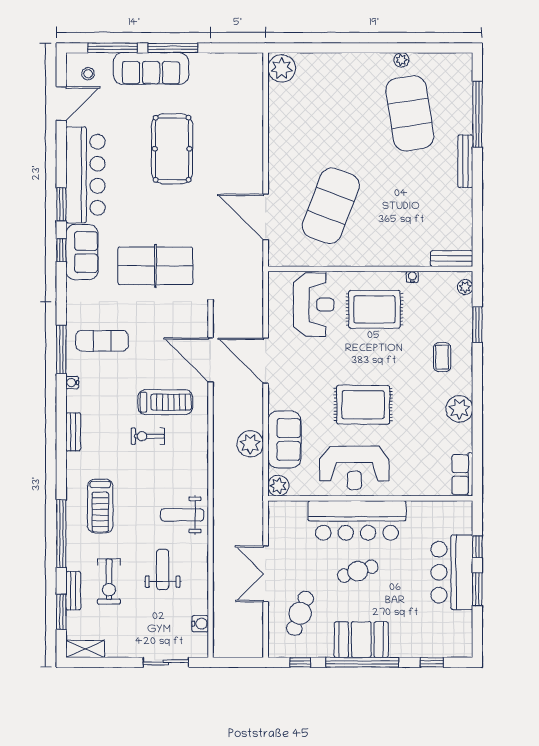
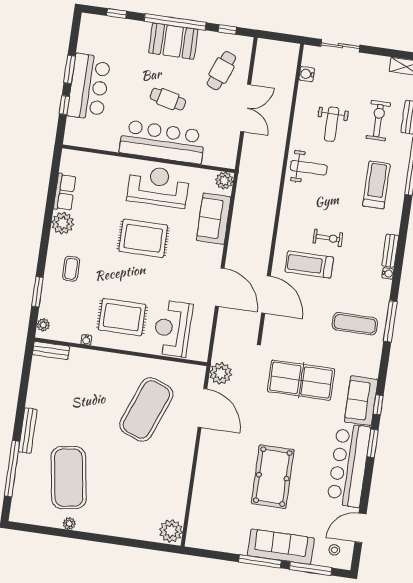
water cooler: (72, 383) -> (388, 273), moved
plant: (250, 444) -> (221, 373), moved
row of seats: (462, 475) -> (65, 192), moved
cafe table: (358, 571) -> (168, 99), turned 31

